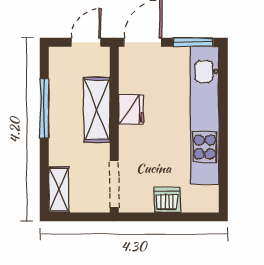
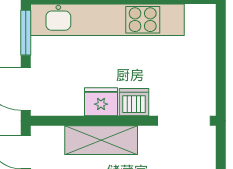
dishwasher: (167, 200) -> (134, 102), moved, turned 90

